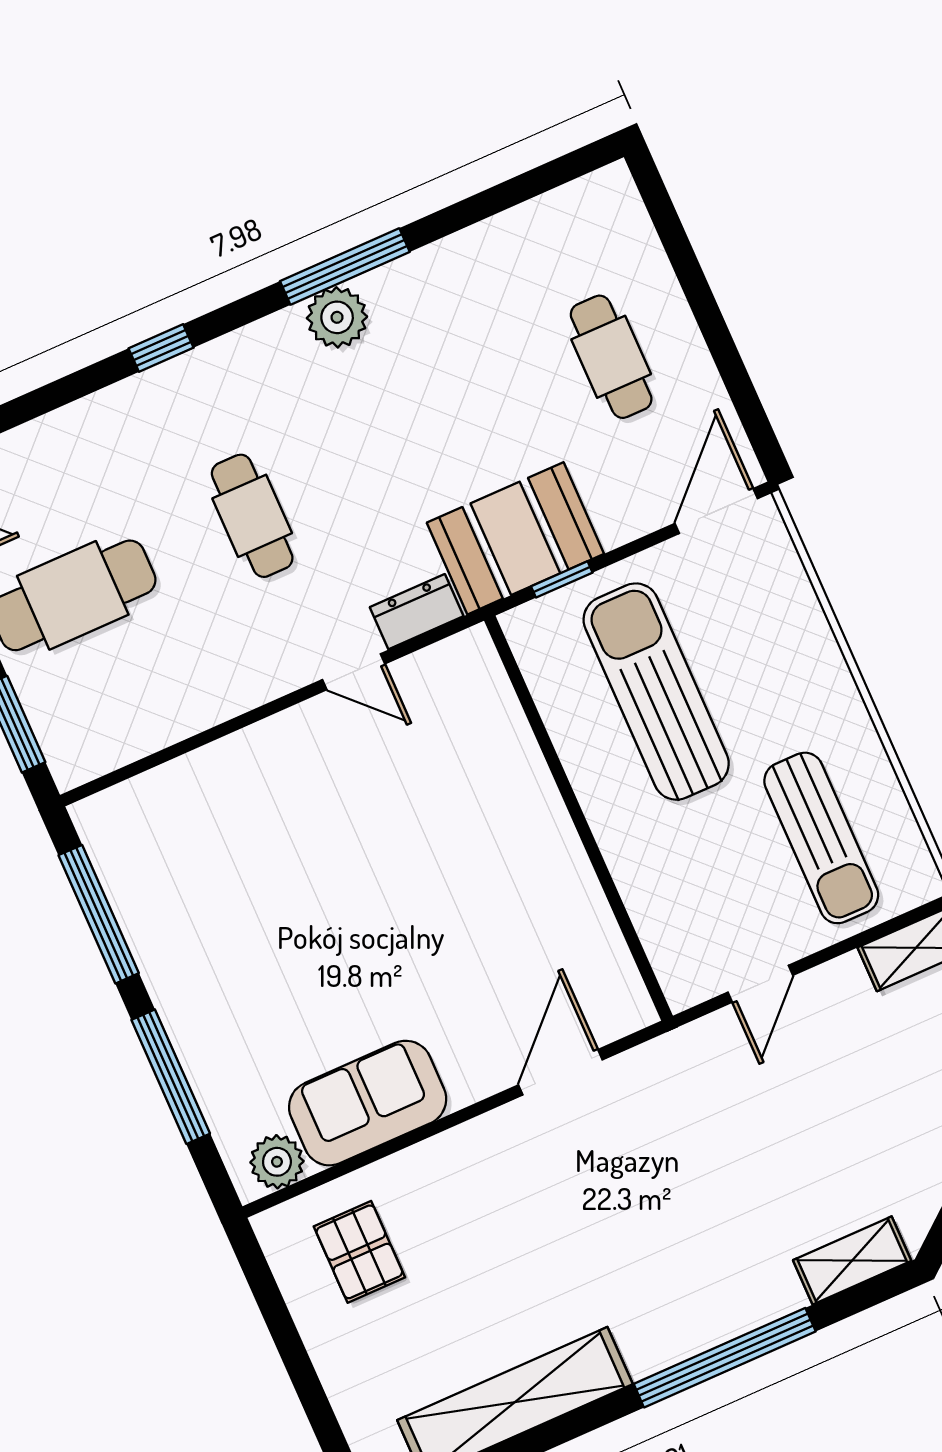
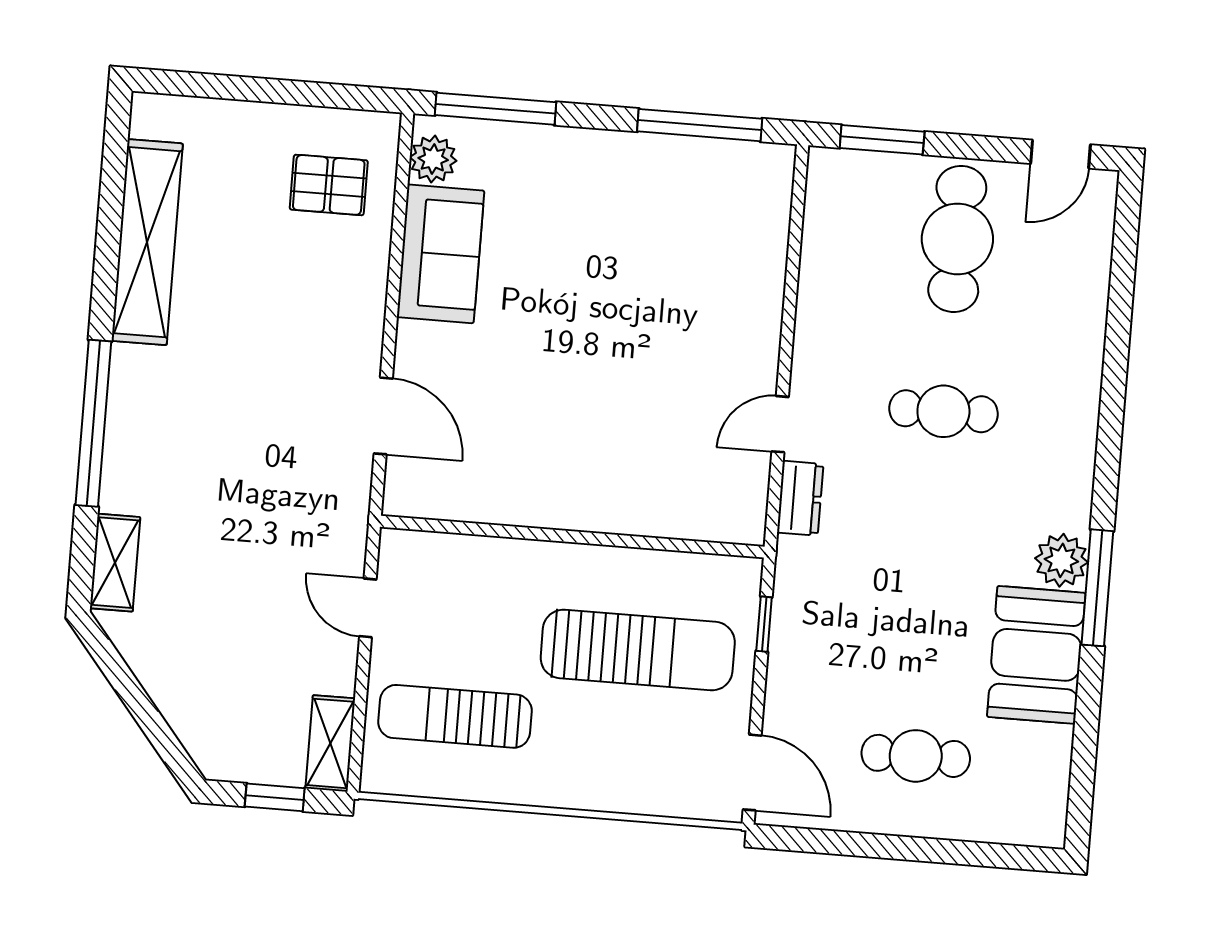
window: (161, 348) -> (1112, 411), removed
booth: (515, 538) -> (1036, 655), moved
window: (171, 1077) -> (495, 109), moved

